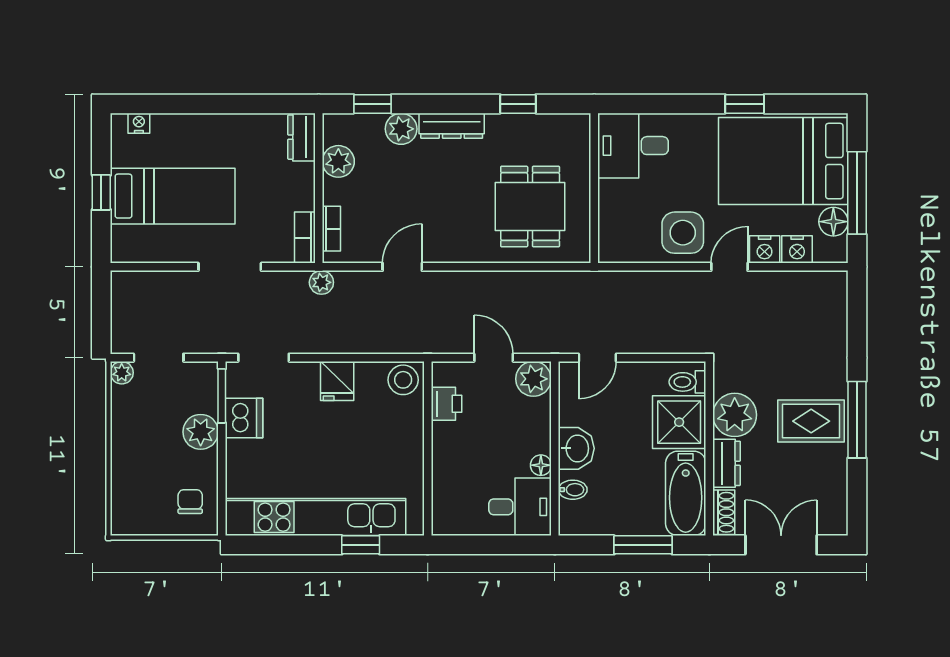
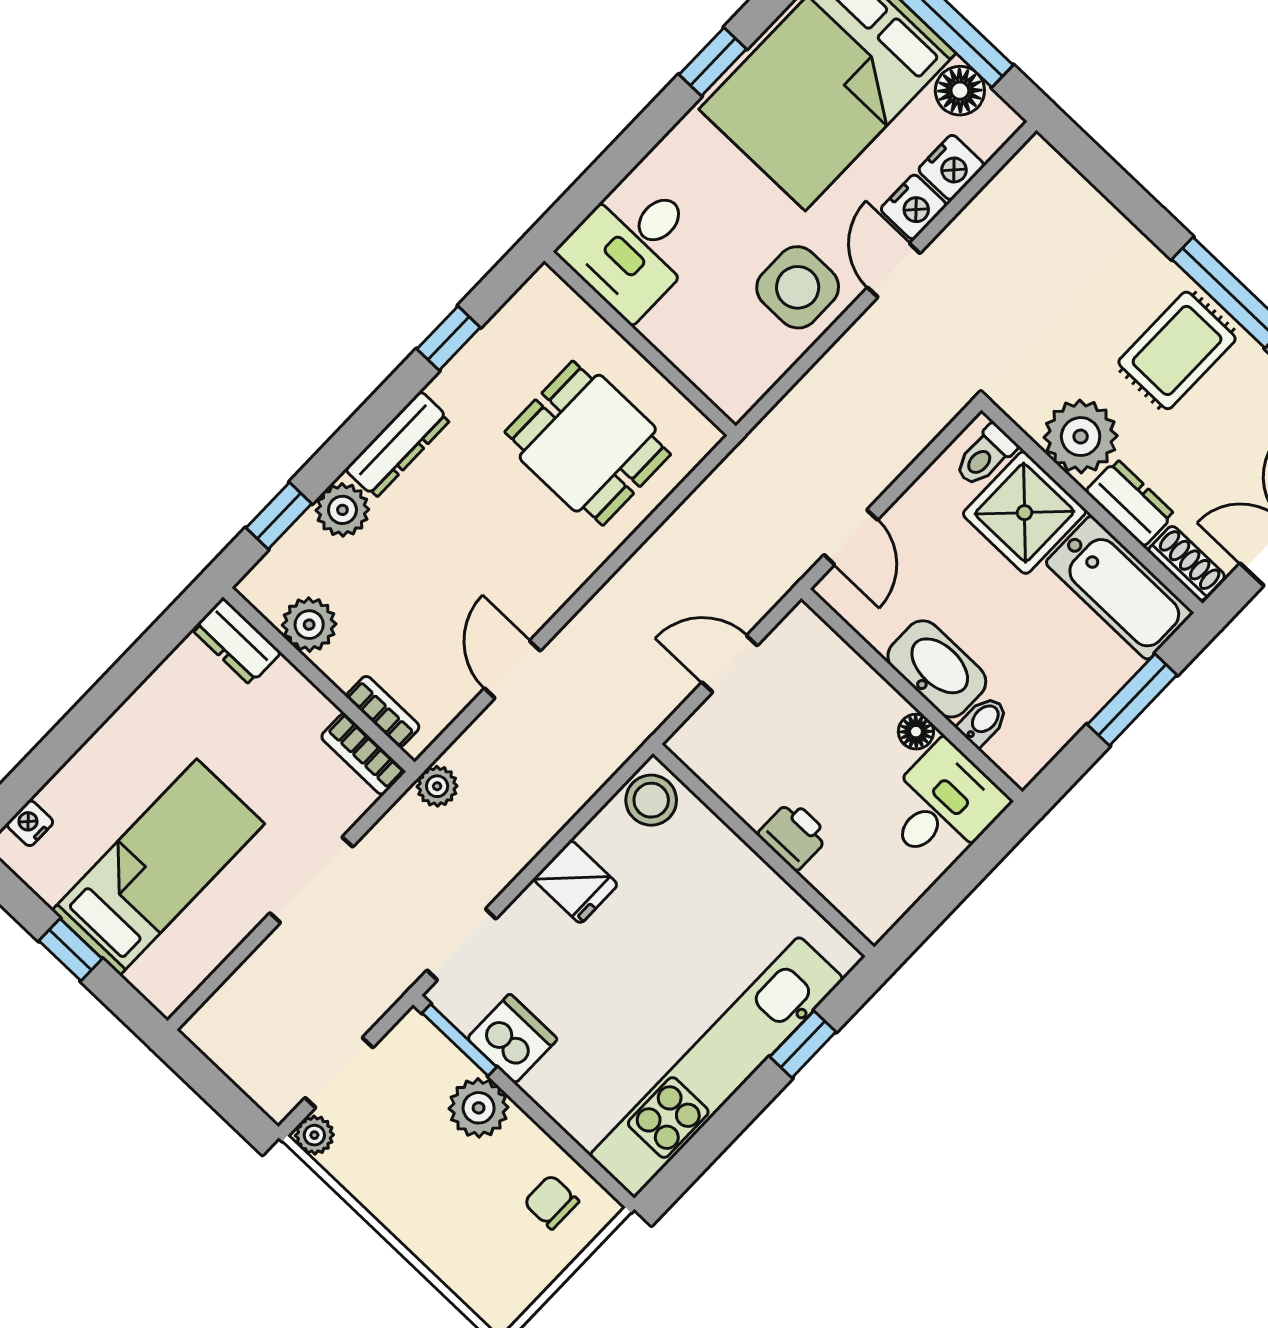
plant: (533, 379) -> (802, 640), removed
printer: (446, 404) -> (794, 835), moved
washbasin: (576, 448) -> (937, 669), width x1.38

